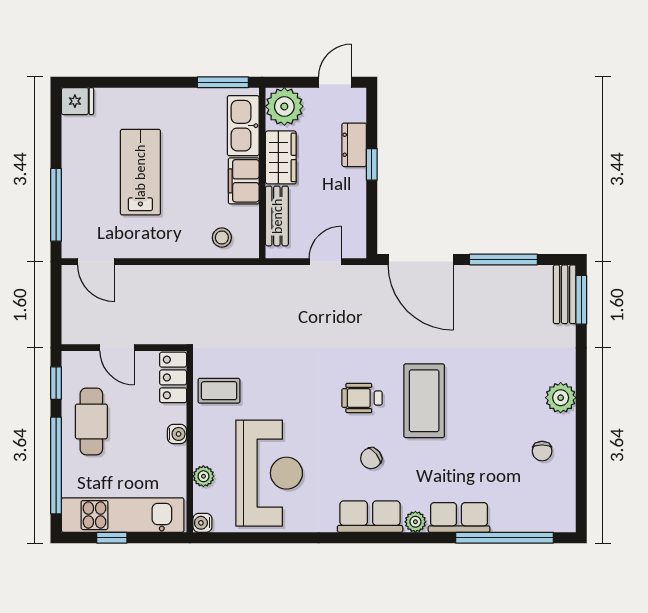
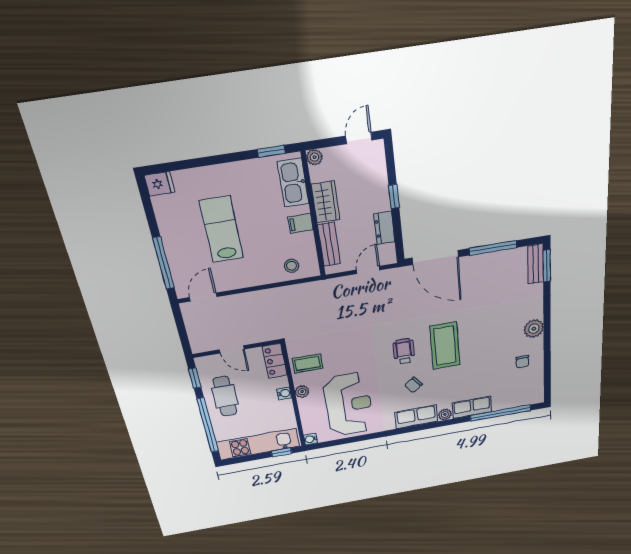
window: (223, 82) -> (271, 151), width x0.67
plant: (284, 106) -> (314, 157), width x0.53, depth x0.53
dresser: (354, 145) -> (384, 228), moved
filing cabinet: (244, 181) -> (301, 223), width x0.50
door: (96, 262) -> (203, 297), swing flipped
wheelchair: (362, 398) -> (404, 351), turned 90
plant: (203, 476) -> (302, 392), moved
window: (112, 538) -> (281, 452), moved

